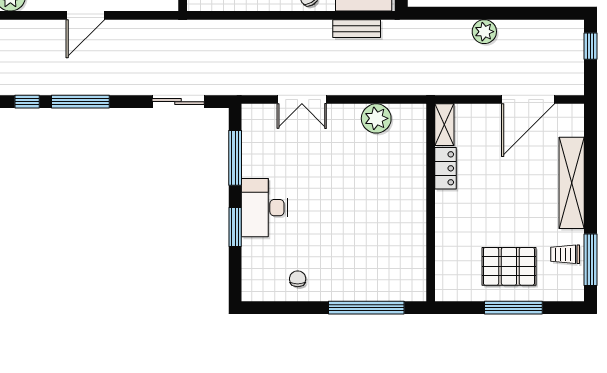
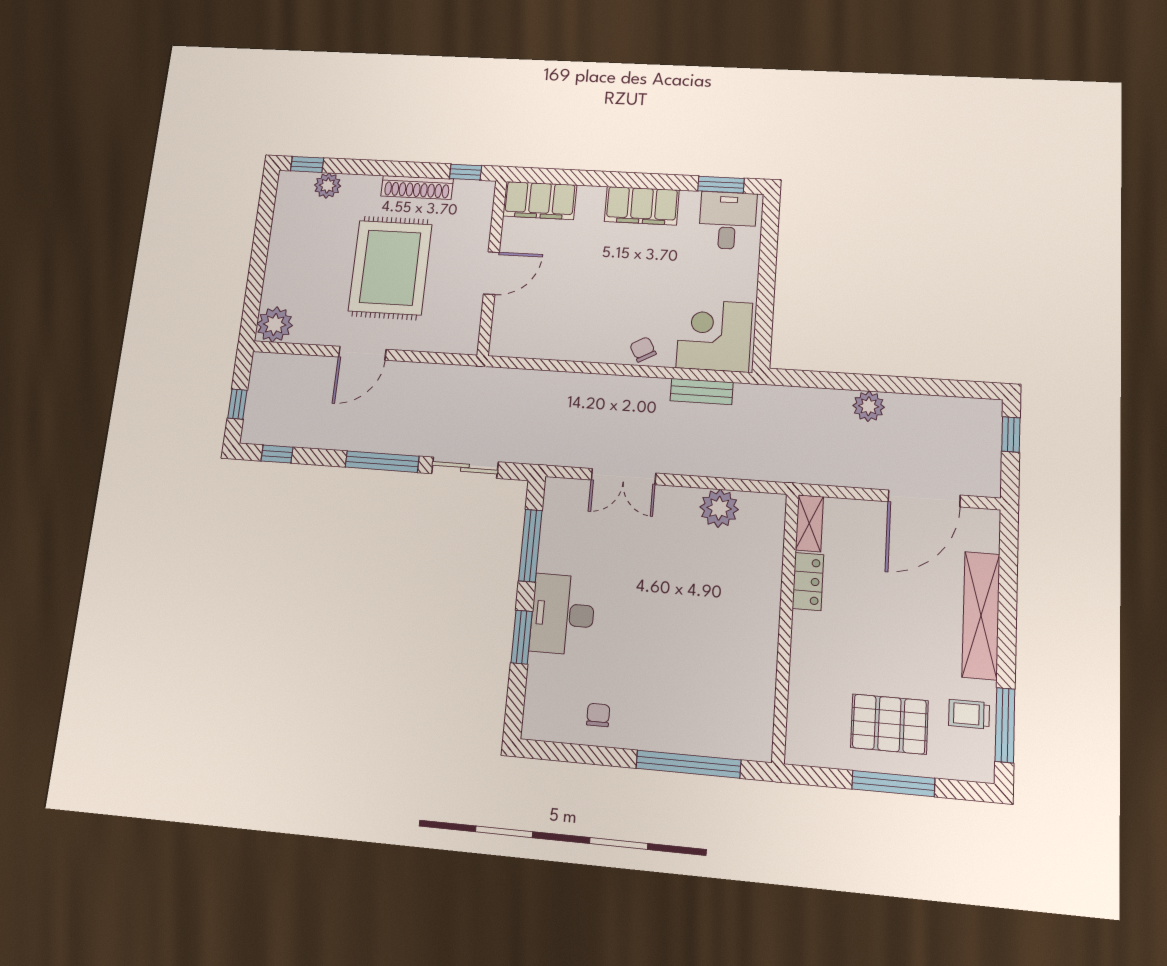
window: (80, 102) -> (382, 462), moved

